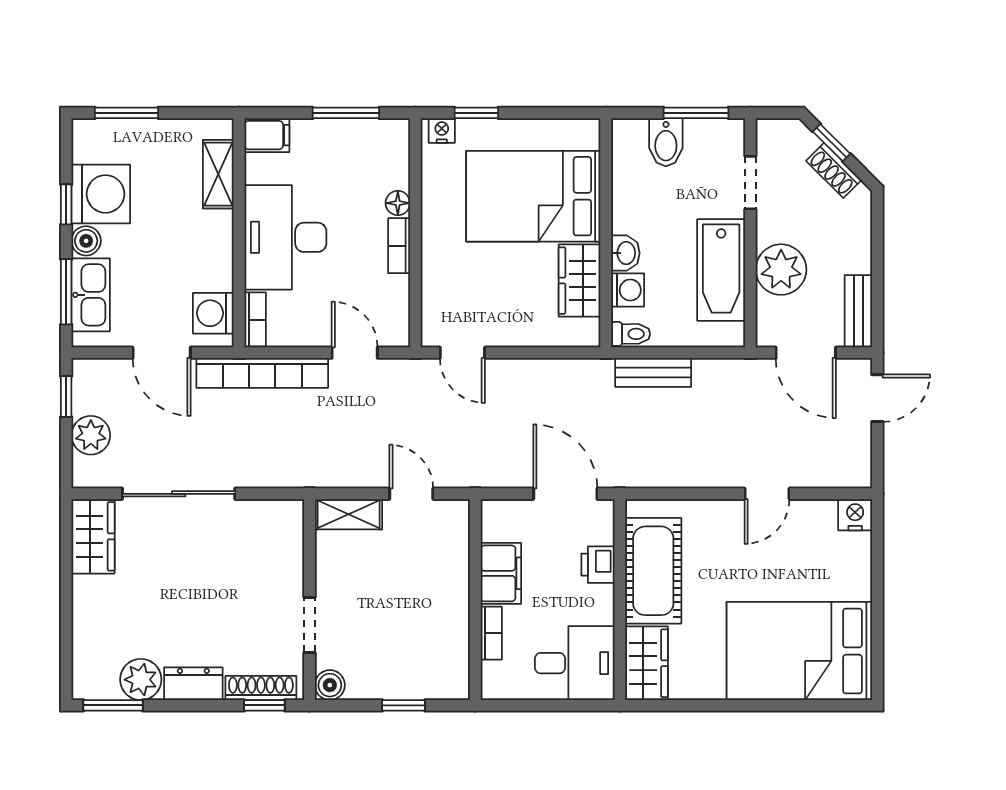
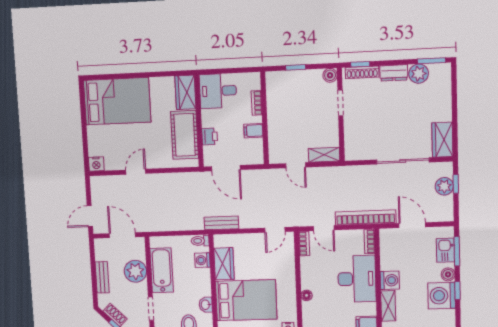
bookcase: (399, 246) -> (304, 244), moved
washbasin: (625, 253) -> (206, 305), moved
kitchen sink: (91, 295) -> (445, 250), width x0.73
bench: (858, 311) -> (102, 277), moved
washing machine: (213, 313) -> (390, 280), moved
door: (462, 353) -> (275, 230), swing flipped
bench: (653, 372) -> (221, 223), moved
window: (66, 397) -> (456, 184), moved
filing cabinet: (501, 573) -> (253, 131), width x0.50

